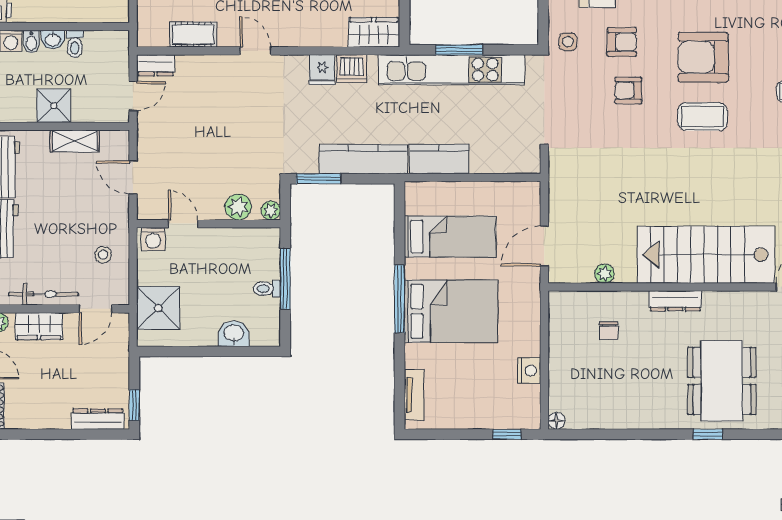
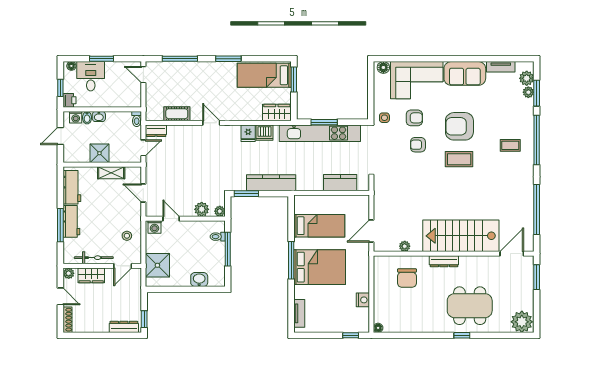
toilet: (75, 44) -> (137, 119), moved
kitchen counter: (439, 159) -> (340, 183), moved
toilet: (267, 289) -> (218, 237), moved
chair: (609, 331) -> (407, 278), width x1.87, depth x1.87
dining table: (722, 381) -> (470, 306), turned 90

